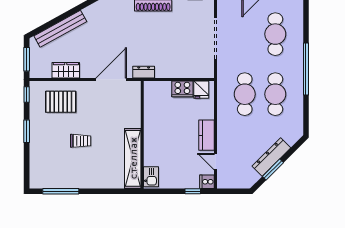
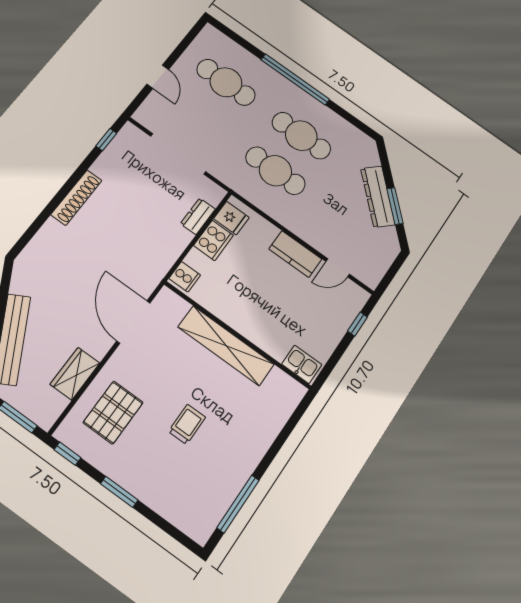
dresser: (144, 72) -> (198, 216), moved
shelving: (133, 158) -> (226, 346), moved
cooker: (207, 182) -> (185, 277), moved, turned -90

